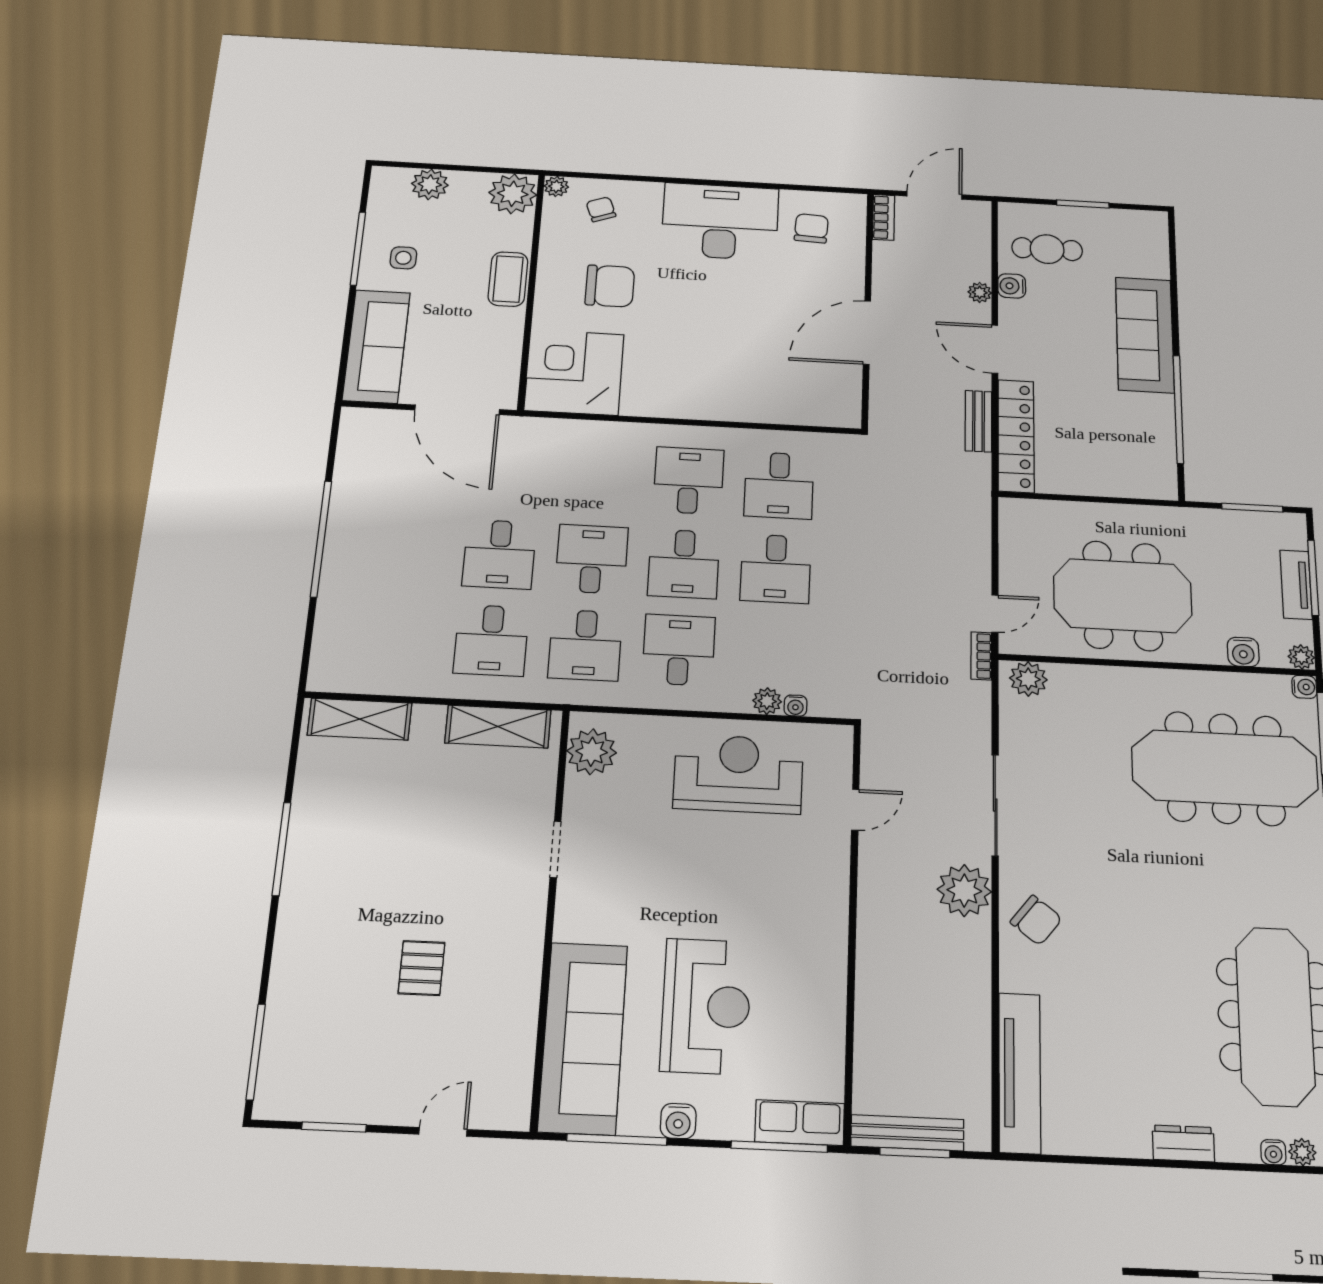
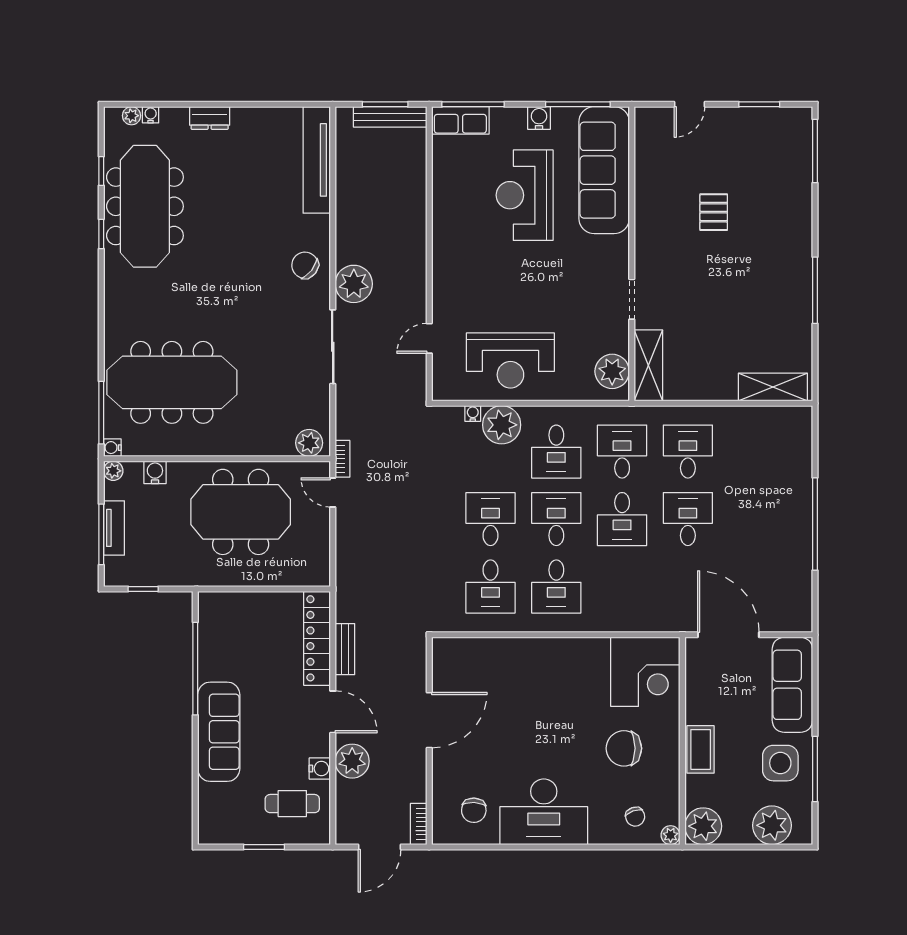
plant: (430, 184) -> (772, 825), width x1.36, depth x1.36
side table: (403, 258) -> (780, 763), width x1.87, depth x1.87
plant: (980, 292) -> (352, 761), width x1.88, depth x1.88
desk: (779, 485) -> (491, 587), turned 180
window: (1252, 508) -> (143, 589), width x0.67
door: (995, 614) -> (333, 492), hinge flipped
plant: (767, 701) -> (502, 425), width x1.87, depth x1.87
shelving: (498, 727) -> (648, 365), moved, turned 90

